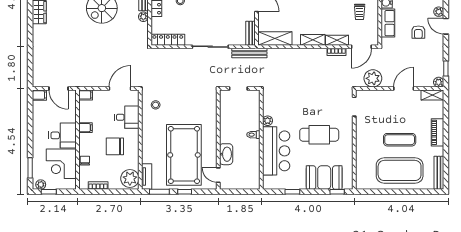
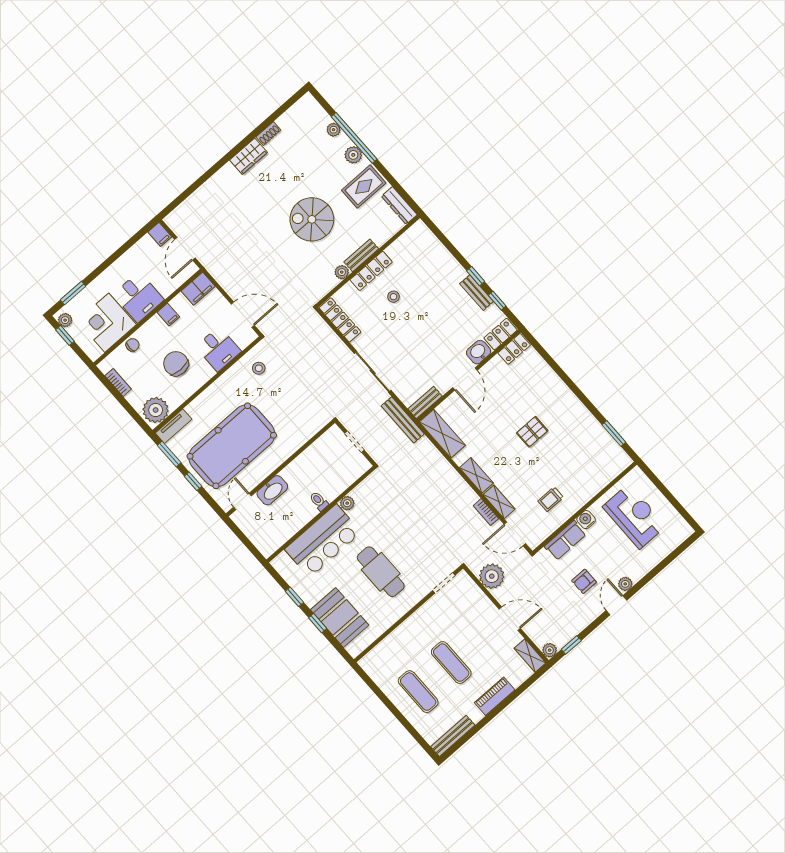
filing cabinet: (86, 95) -> (198, 289), width x2.00
exercise mat: (400, 170) -> (418, 692), width x0.50, depth x0.69
window: (337, 192) -> (318, 623), moved

